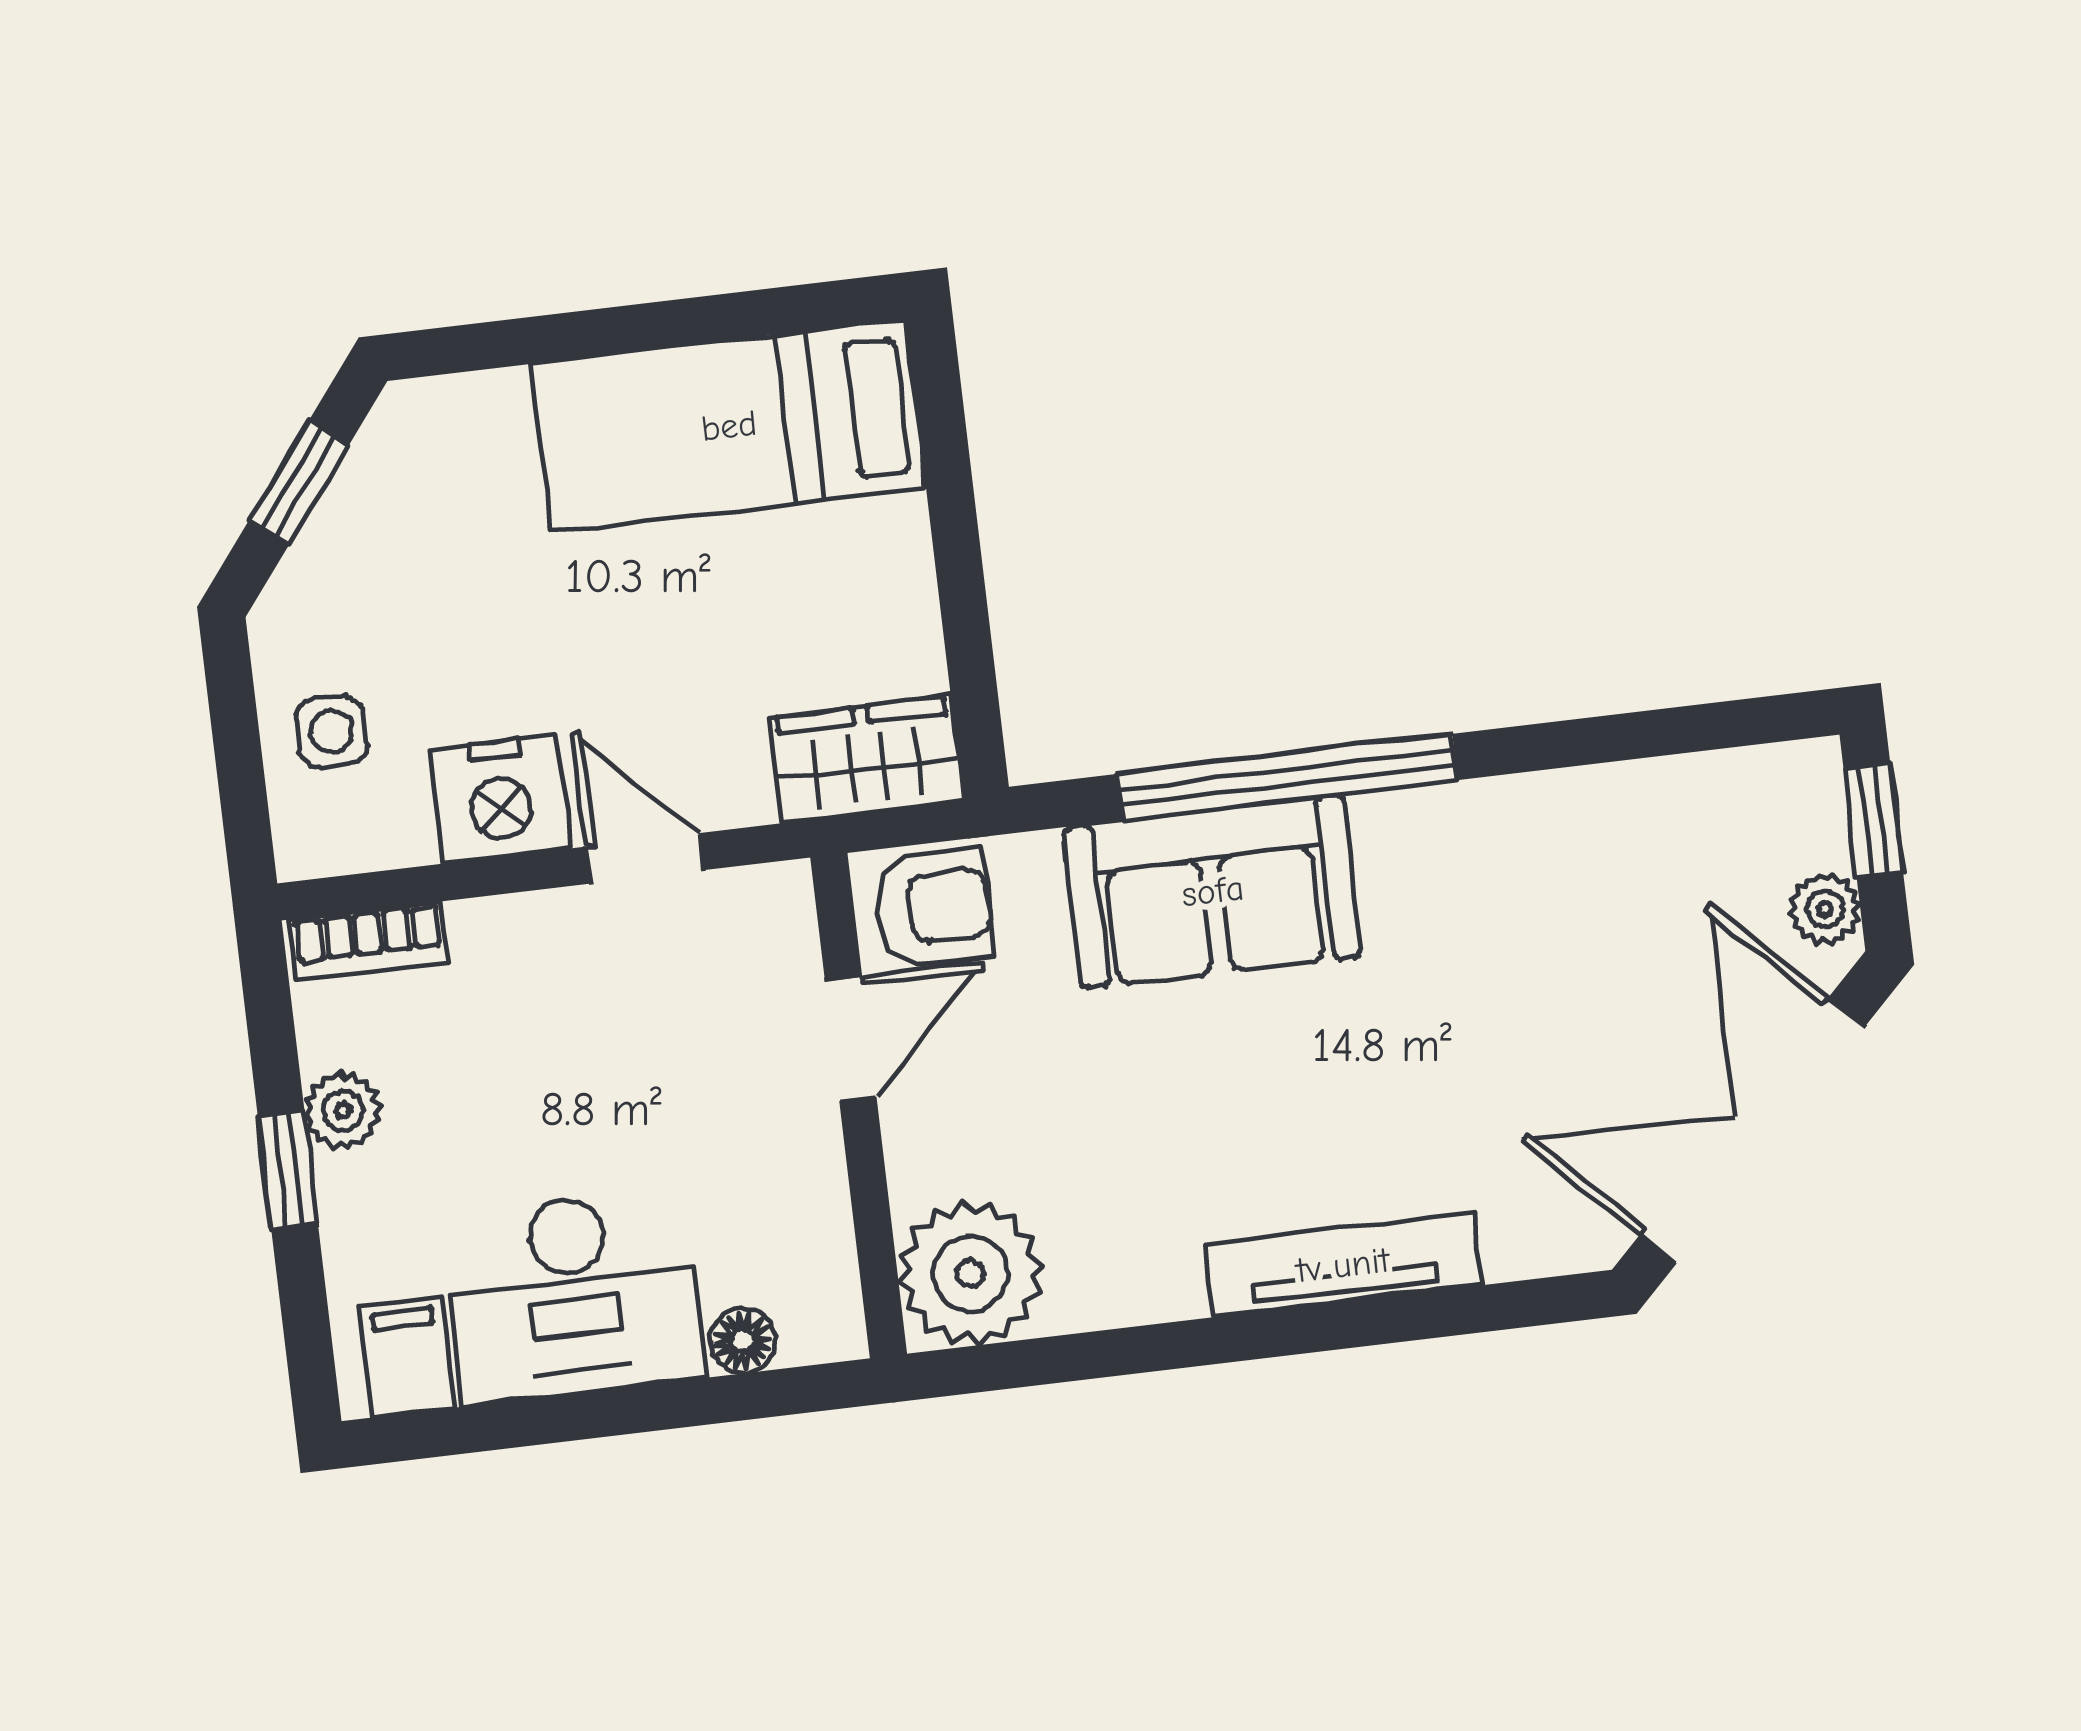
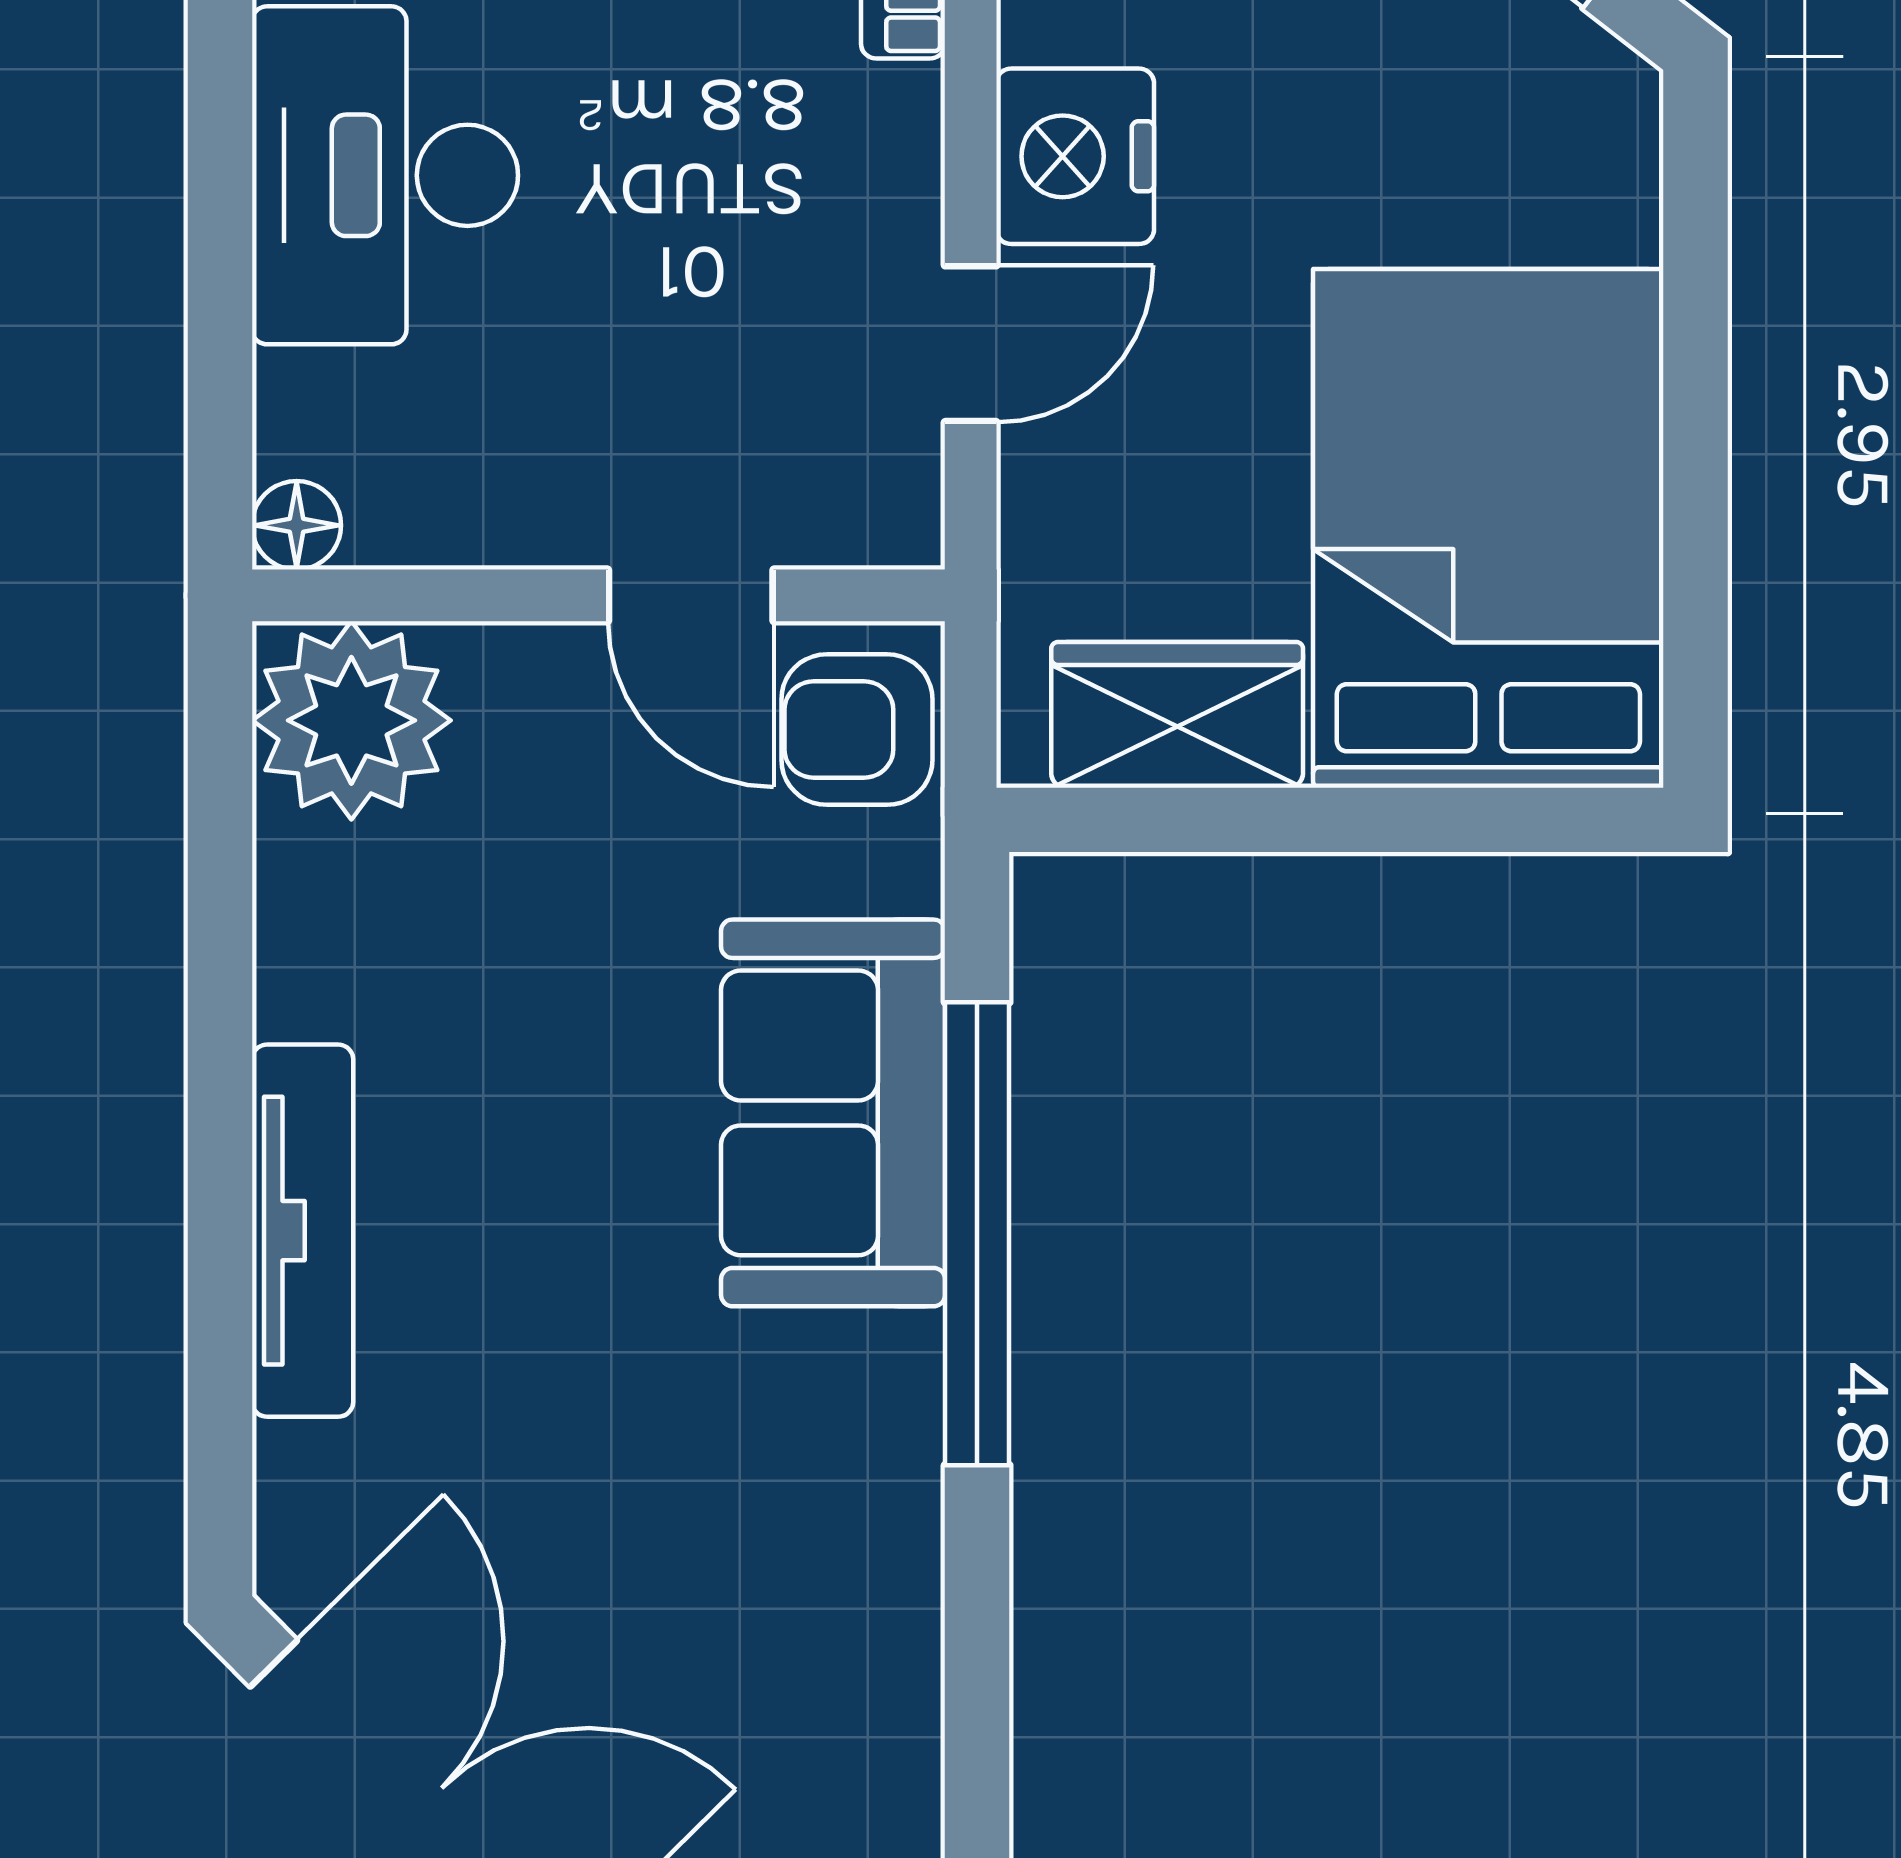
bed: (729, 426) -> (1488, 528), width x1.50
wardrobe: (866, 760) -> (1177, 715), moved, turned -90
armchair: (933, 907) -> (857, 730), turned 90
floor lamp: (743, 1341) -> (297, 525), moved

